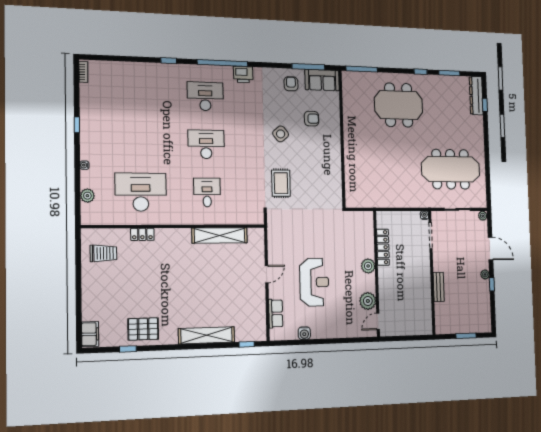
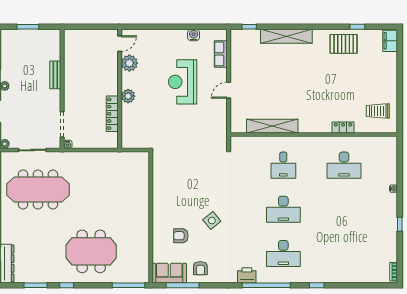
rug: (281, 183) -> (213, 174), removed
desk: (141, 192) -> (344, 165), width x0.73, depth x0.77
plant: (87, 196) -> (391, 162), removed

